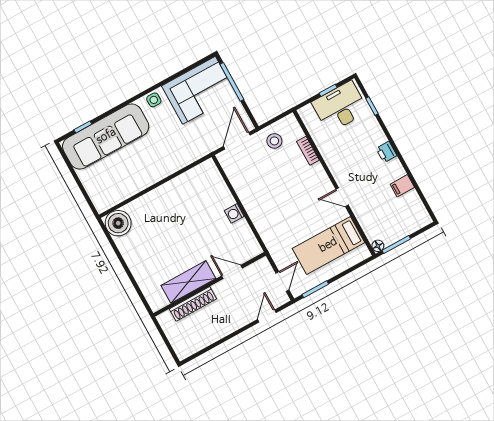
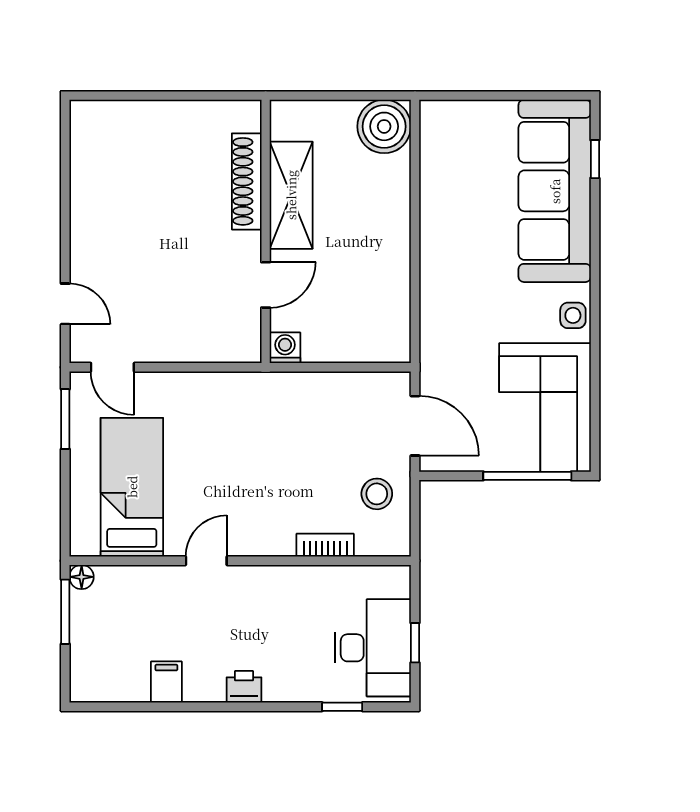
door: (232, 272) -> (266, 285), moved
shelving: (188, 282) -> (291, 195), moved
wall: (209, 284) -> (266, 231), moved
shoe rack: (193, 304) -> (247, 181), moved

